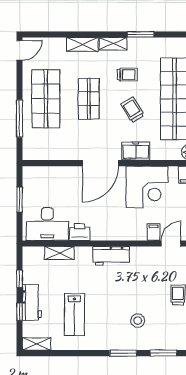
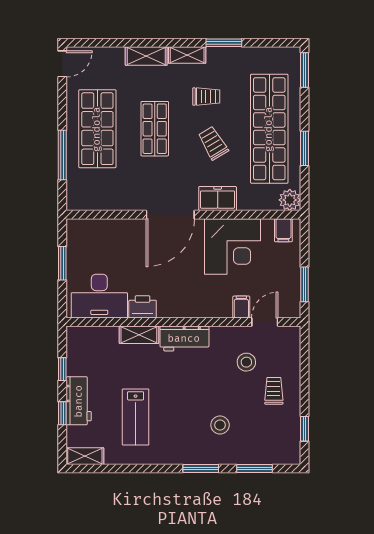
shelving: (59, 253) -> (139, 335), moved
stool: (157, 273) -> (246, 362), added

